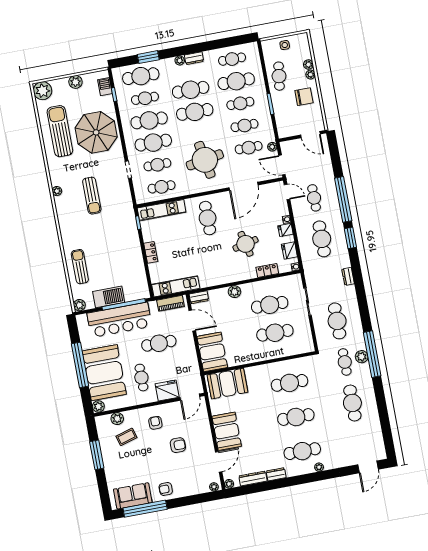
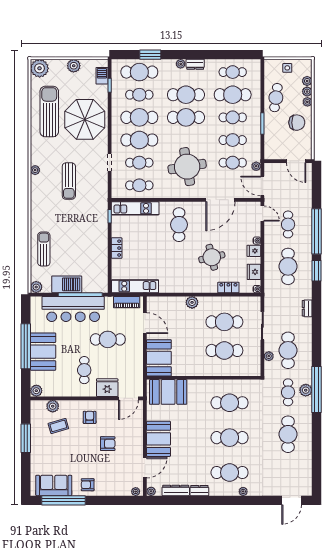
plant: (306, 54) -> (307, 81), added
dresser: (199, 297) -> (156, 301), removed
plant: (319, 330) -> (269, 356), added
booth: (104, 373) -> (43, 352), width x0.73, depth x0.70

